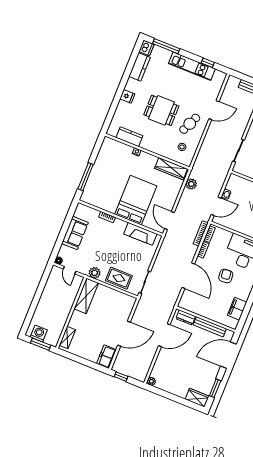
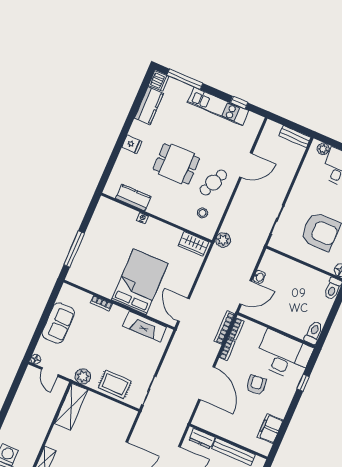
wardrobe: (171, 169) -> (193, 244), width x0.67
plant: (191, 184) -> (223, 240), moved

